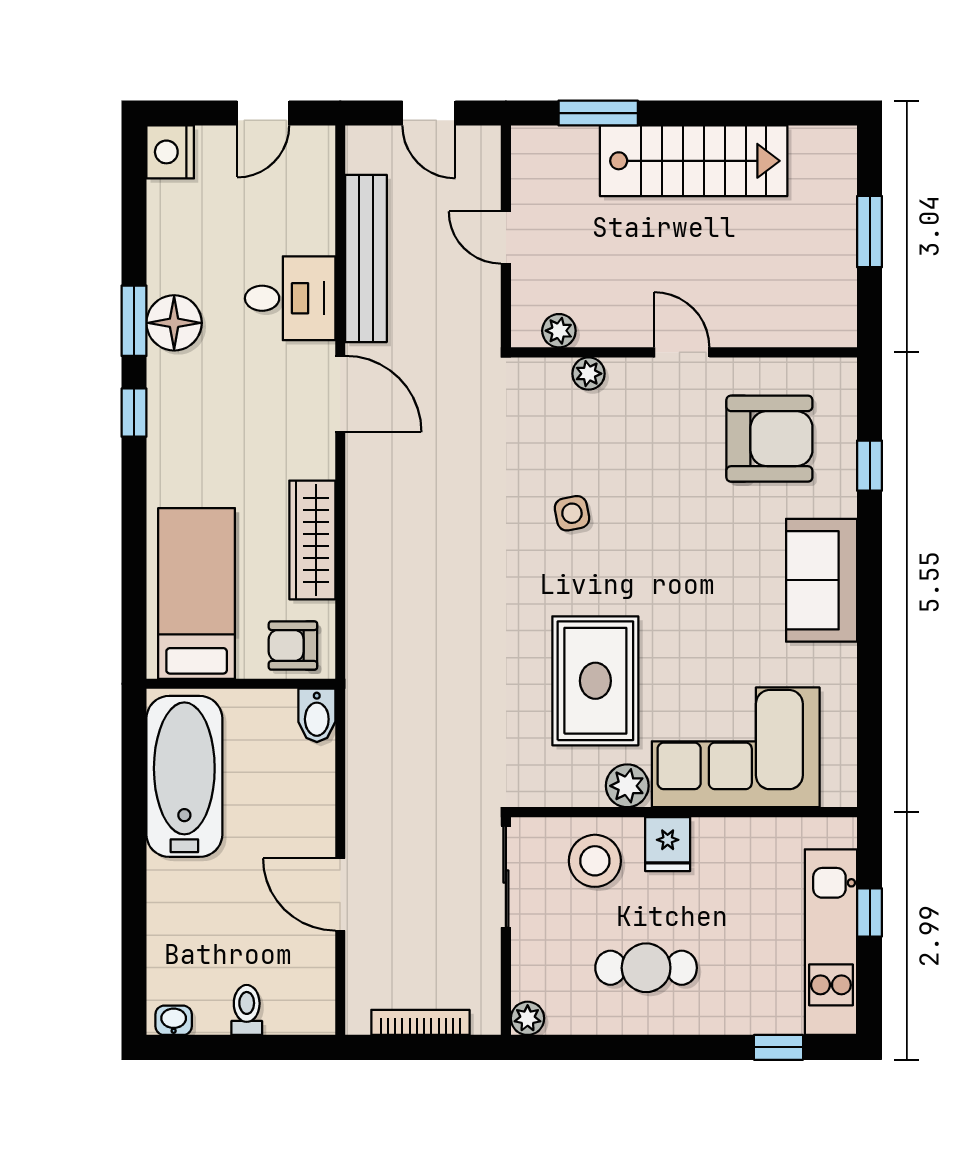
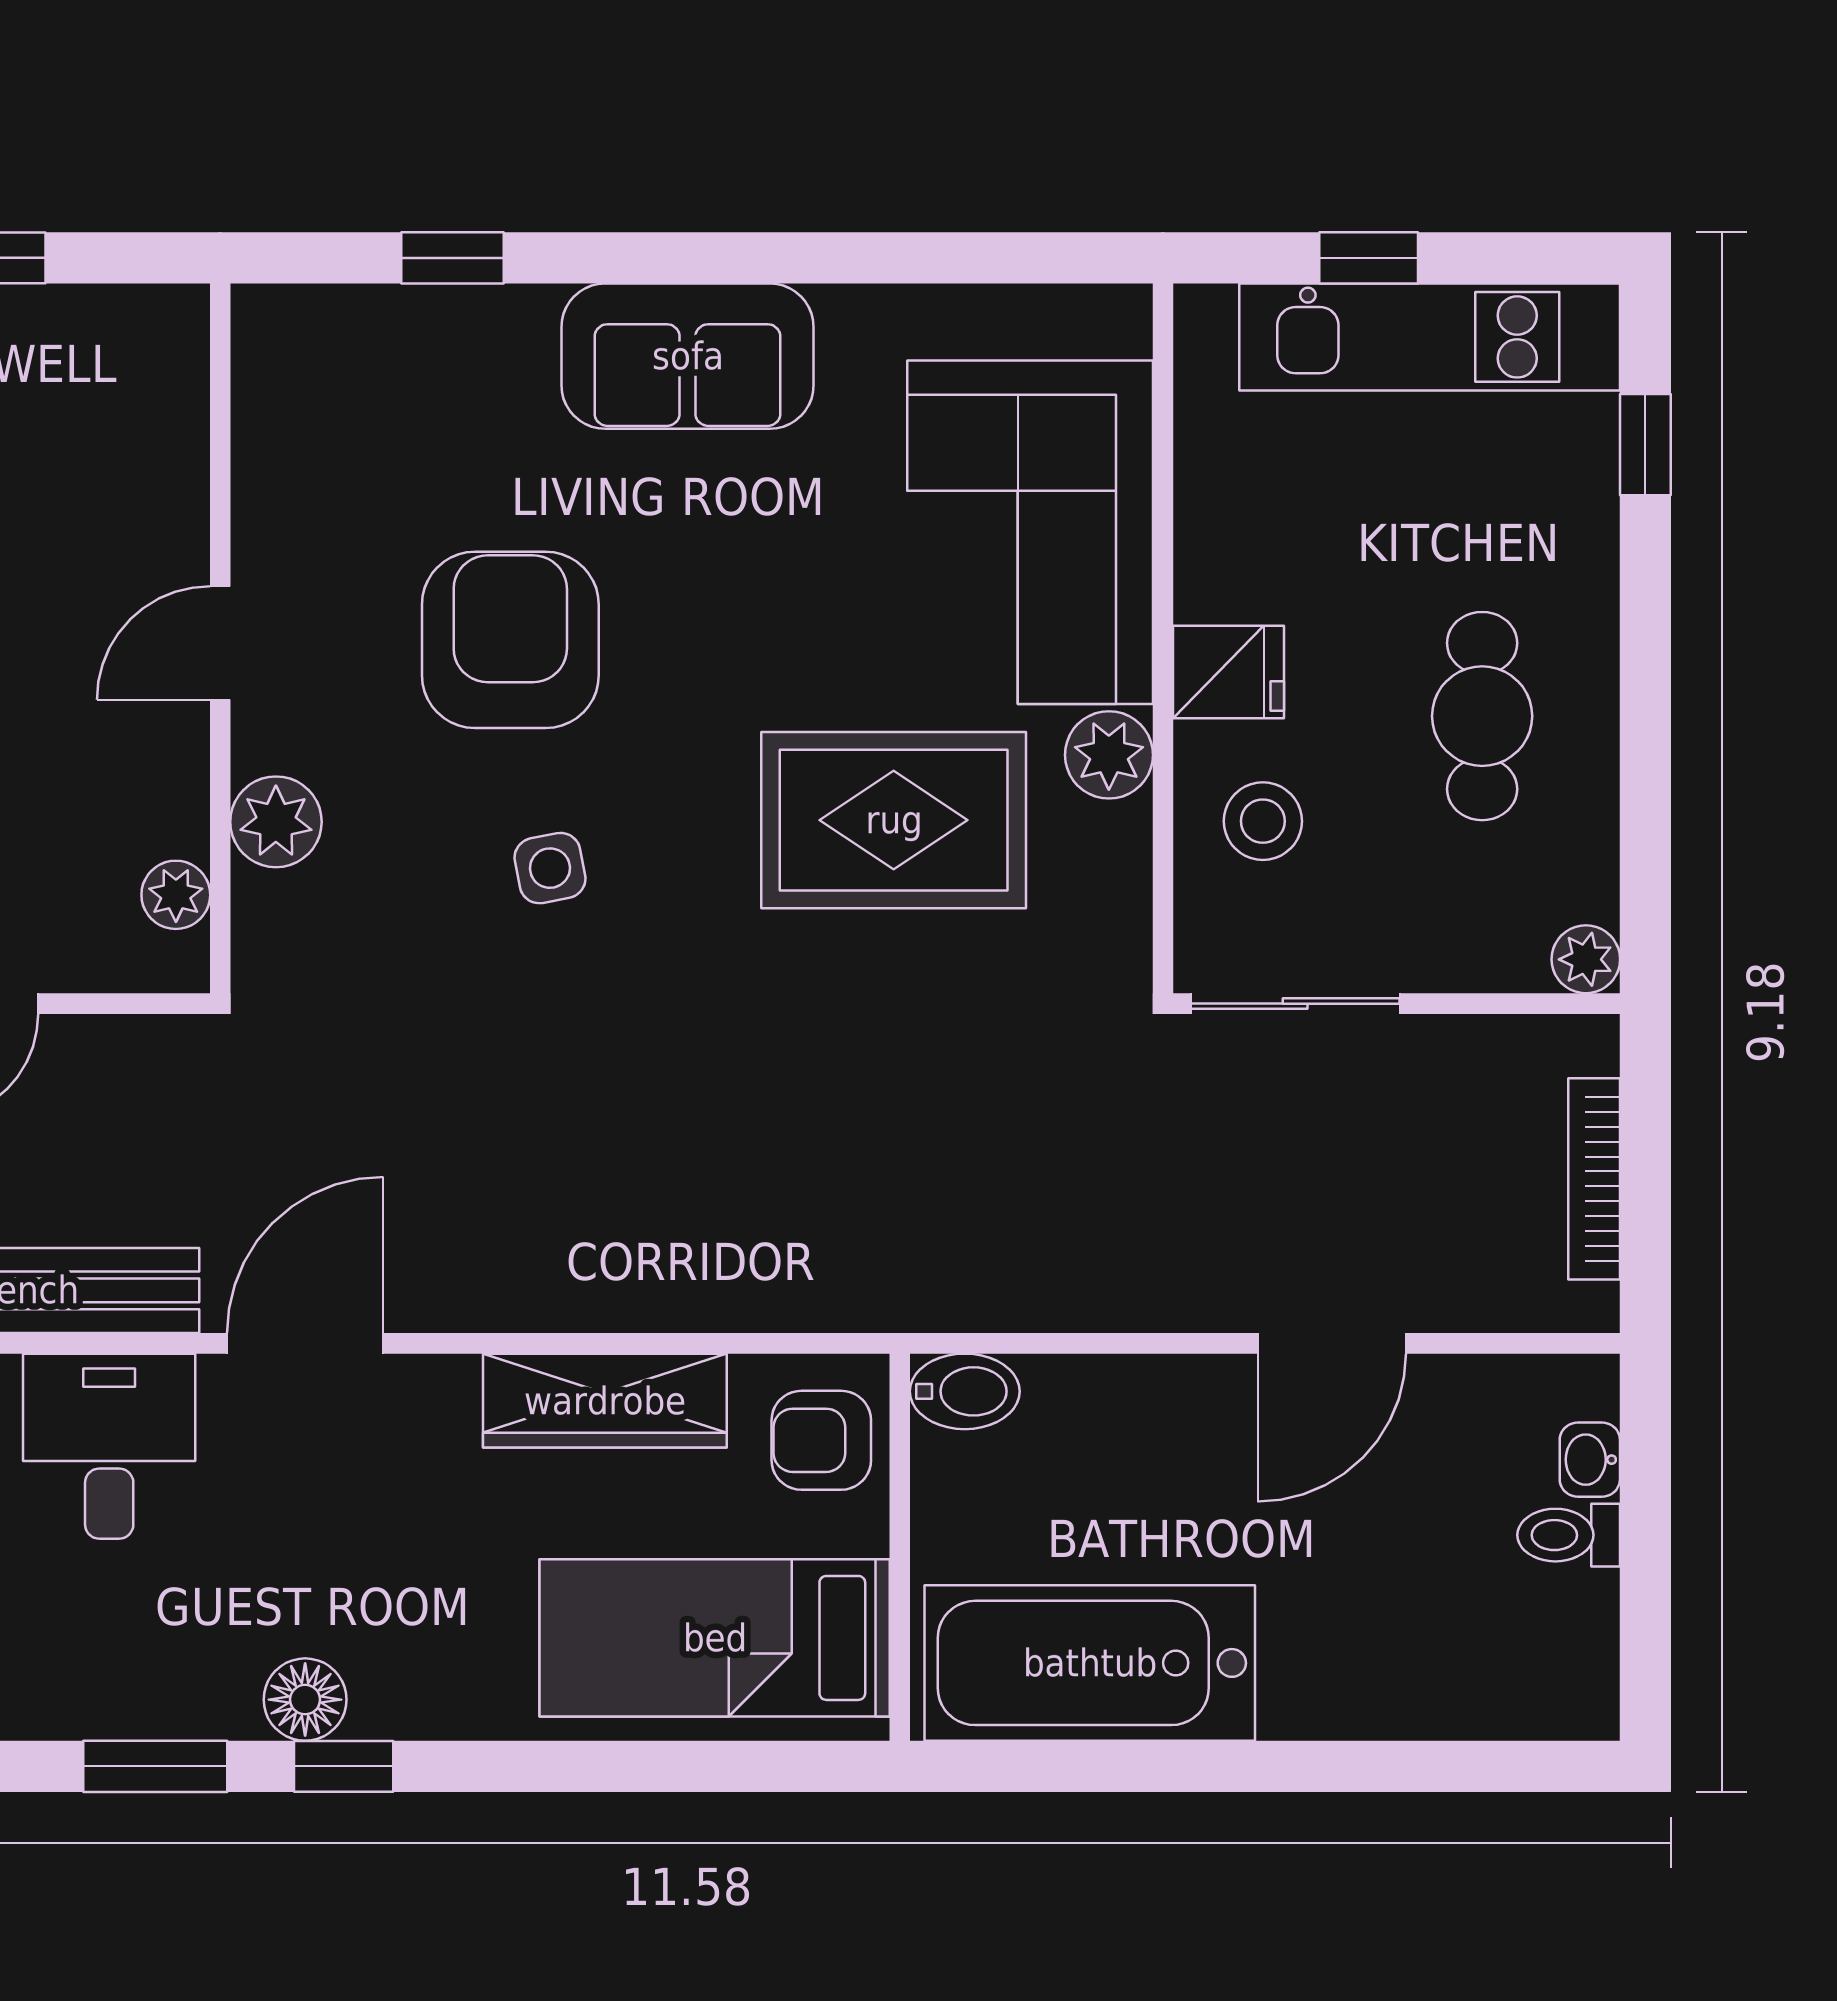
floor lamp: (174, 323) -> (305, 1700), moved, width x0.73, depth x0.73
plant: (588, 374) -> (276, 822), width x1.38, depth x1.38
armchair: (769, 439) -> (510, 640), moved
armchair: (293, 646) -> (821, 1440), turned 90
stool: (595, 861) -> (1263, 821), width x0.73, depth x0.73
washbasin: (174, 1020) -> (1590, 1460), moved

